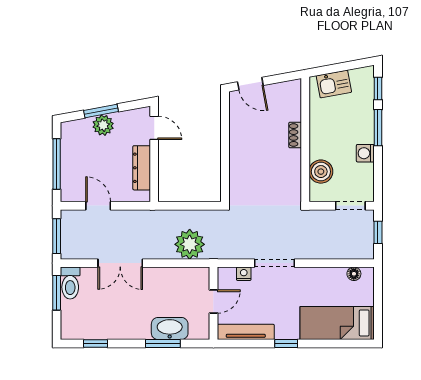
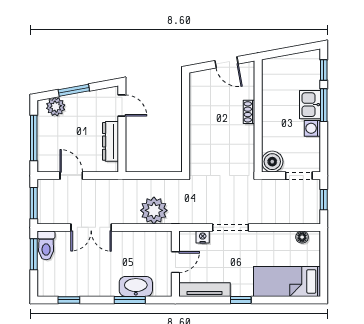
door: (250, 84) -> (226, 62), moved
kitchen sink: (334, 84) -> (310, 105), moved, turned 100
plant: (103, 125) -> (56, 107), moved
boiler: (321, 172) -> (272, 162), moved

